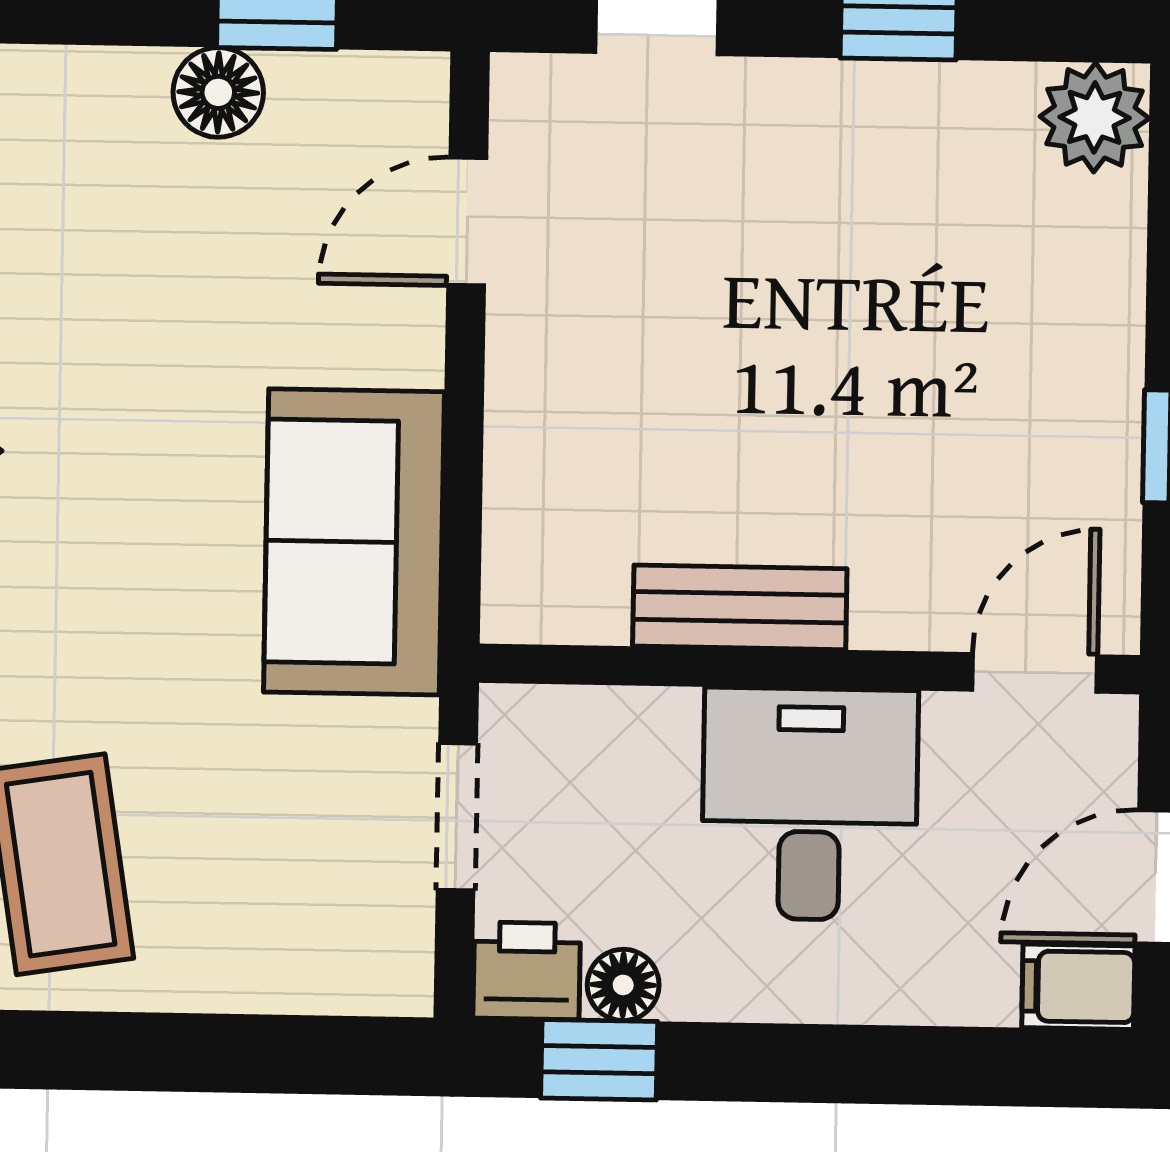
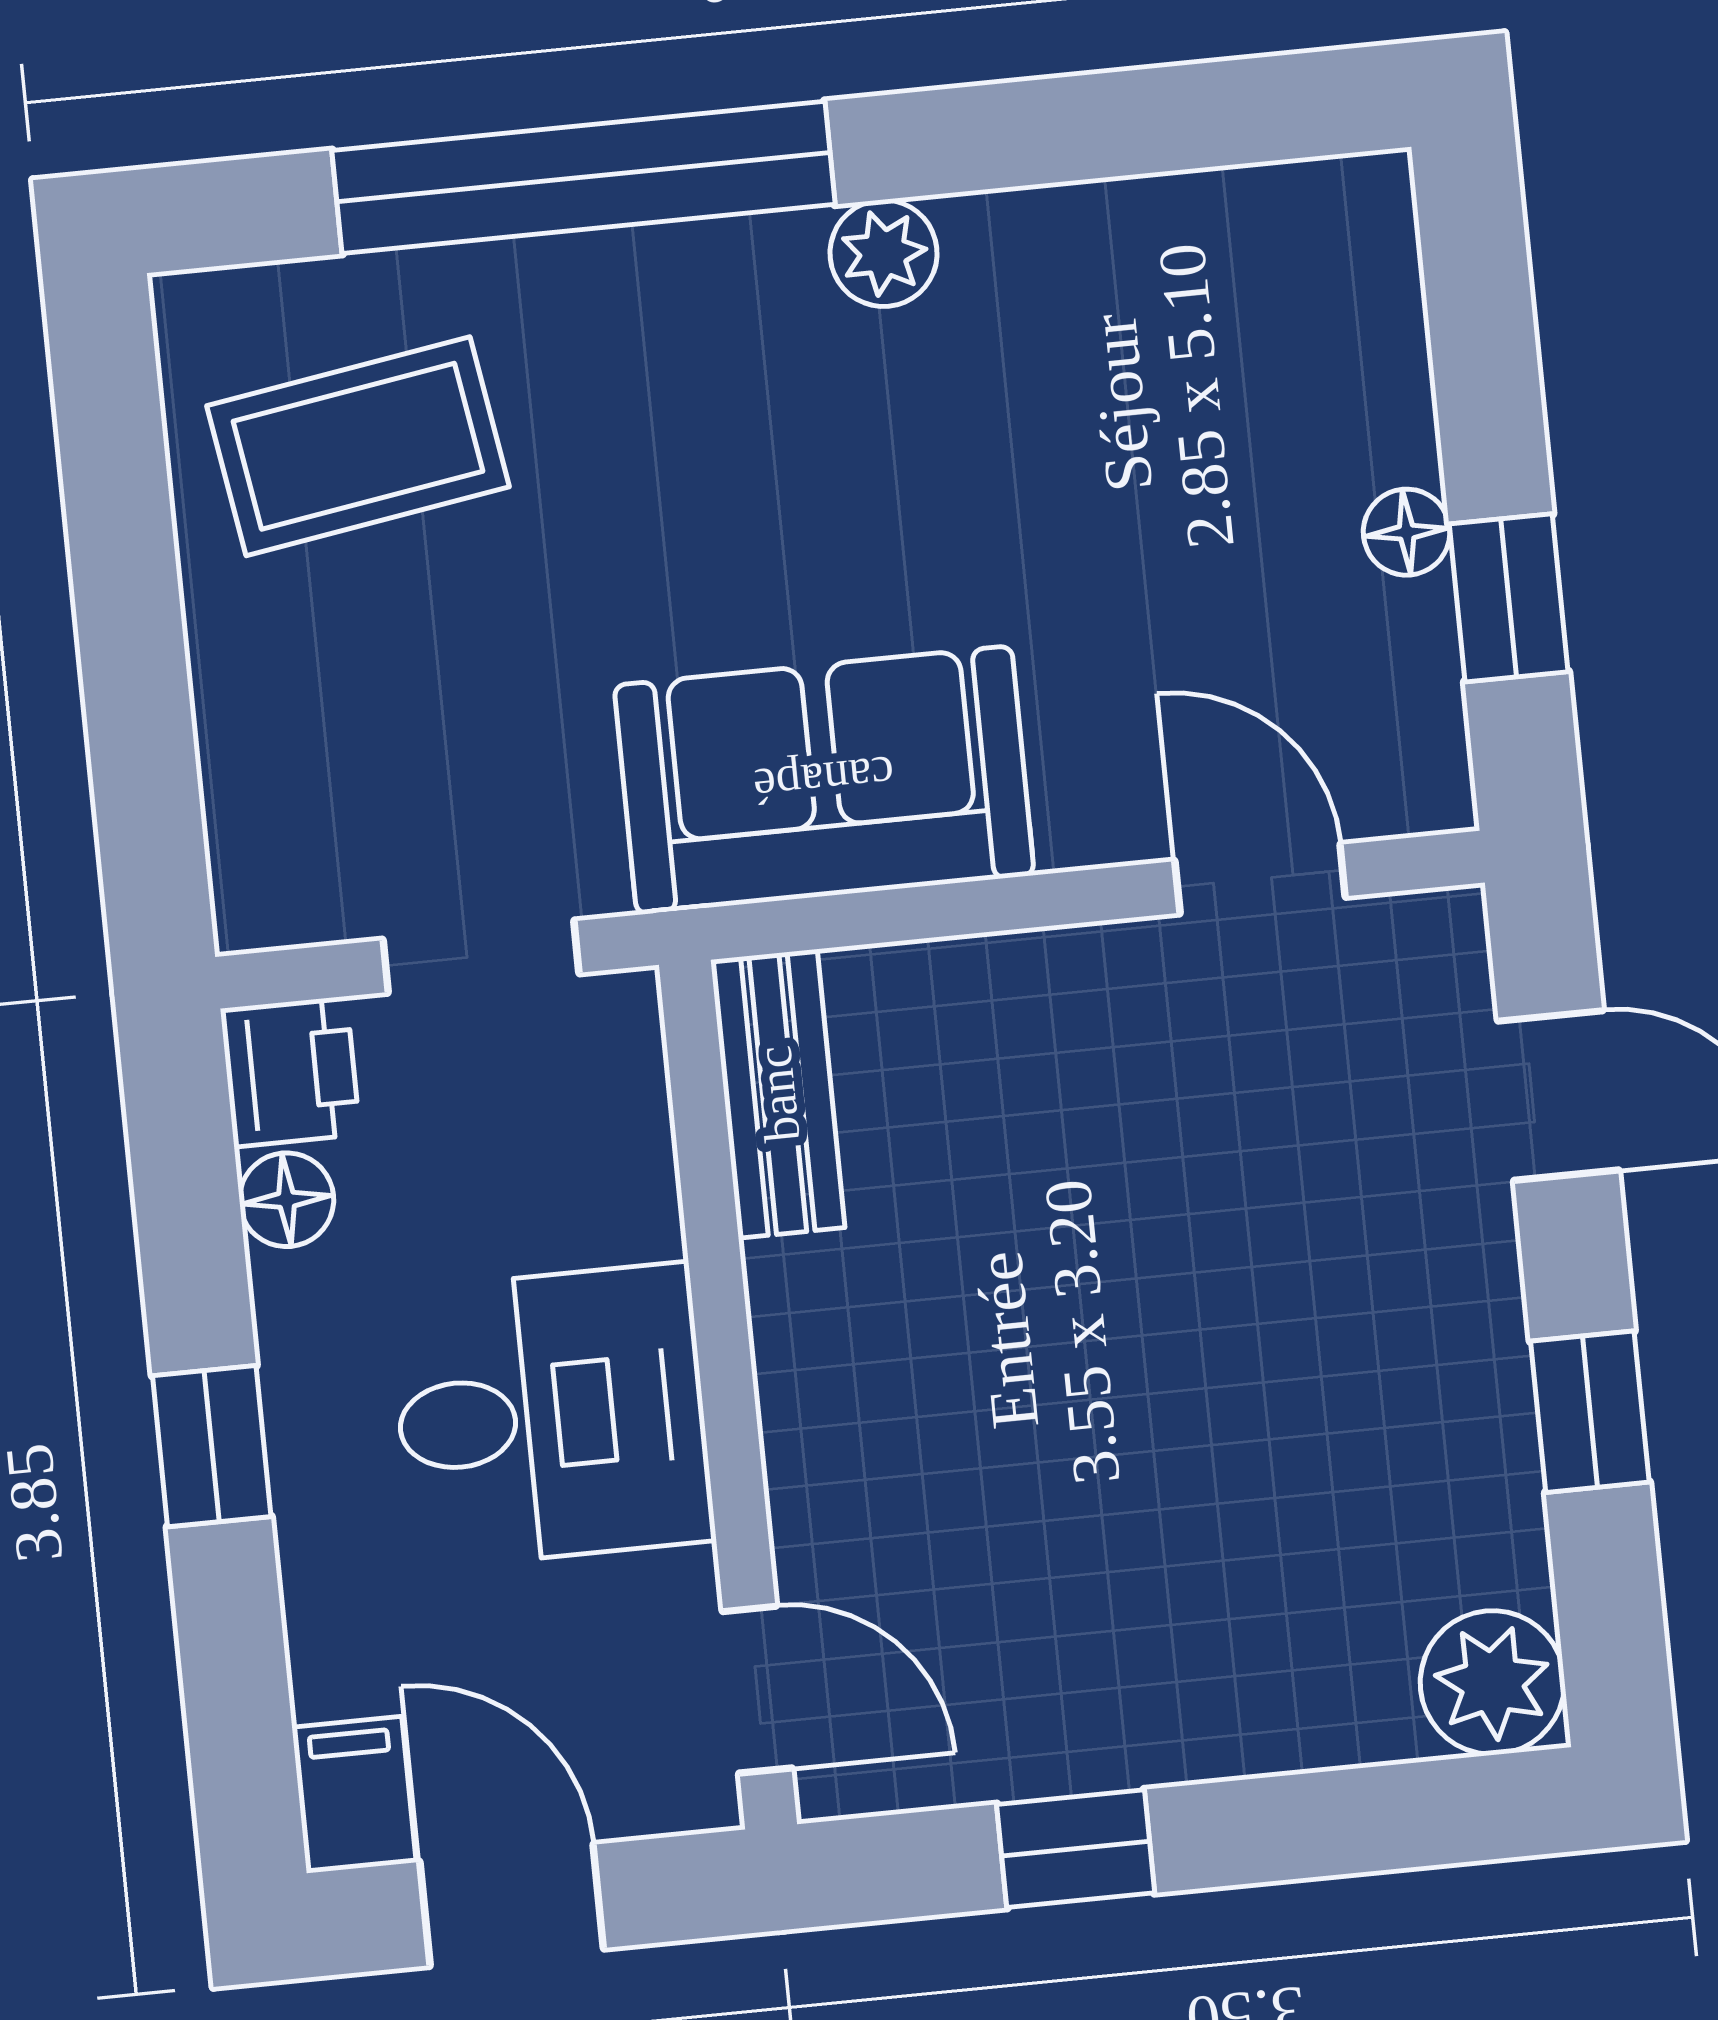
floor lamp: (218, 92) -> (1407, 532), width x0.73, depth x0.73
bench: (740, 607) -> (778, 1094), moved
window: (599, 1060) -> (212, 1446), moved

